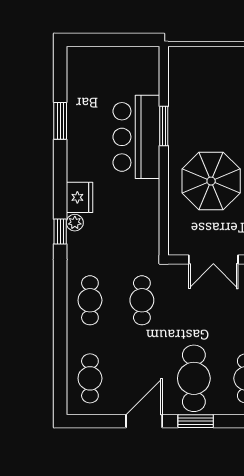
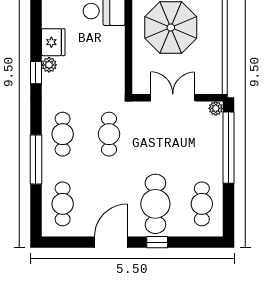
double door: (213, 260) -> (173, 98), swing flipped
window: (60, 329) -> (36, 159), added
window: (196, 421) -> (157, 242), width x0.67

